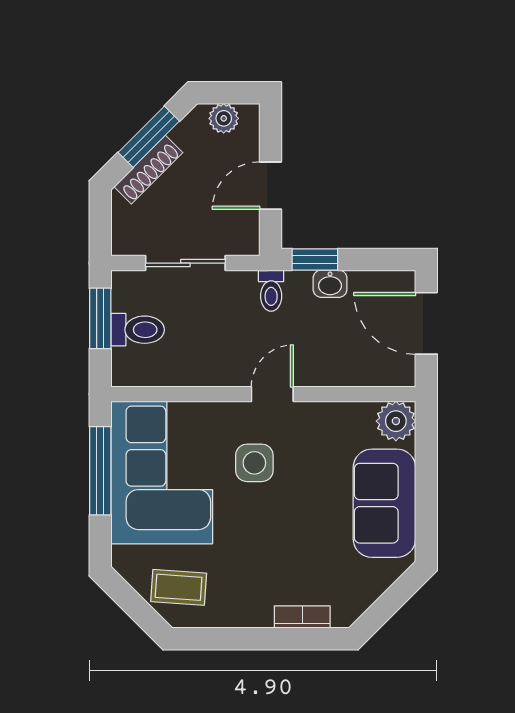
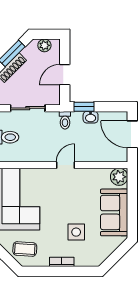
side table: (254, 463) -> (76, 232), moved
bookcase: (302, 617) -> (62, 262), moved

